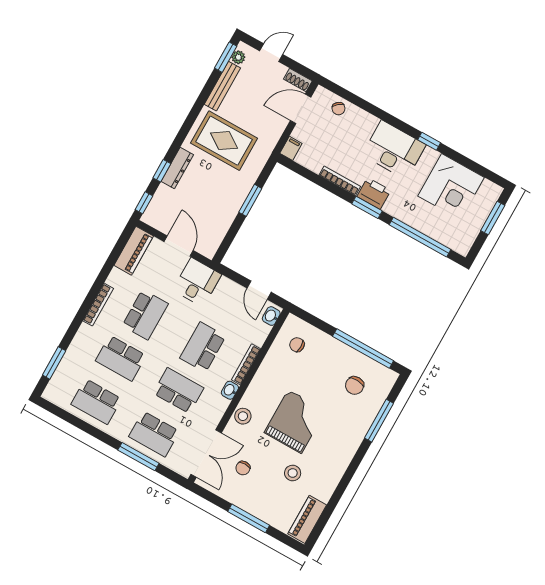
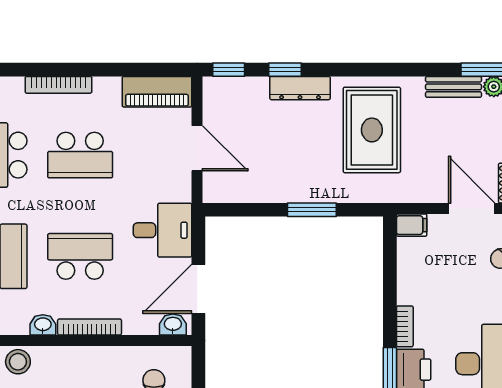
bench: (222, 86) -> (453, 87), width x0.73
bookcase: (340, 181) -> (405, 326), width x0.64
door: (179, 246) -> (197, 148), hinge flipped
desk: (197, 282) -> (163, 230), moved
door: (259, 290) -> (198, 289), width x1.38

